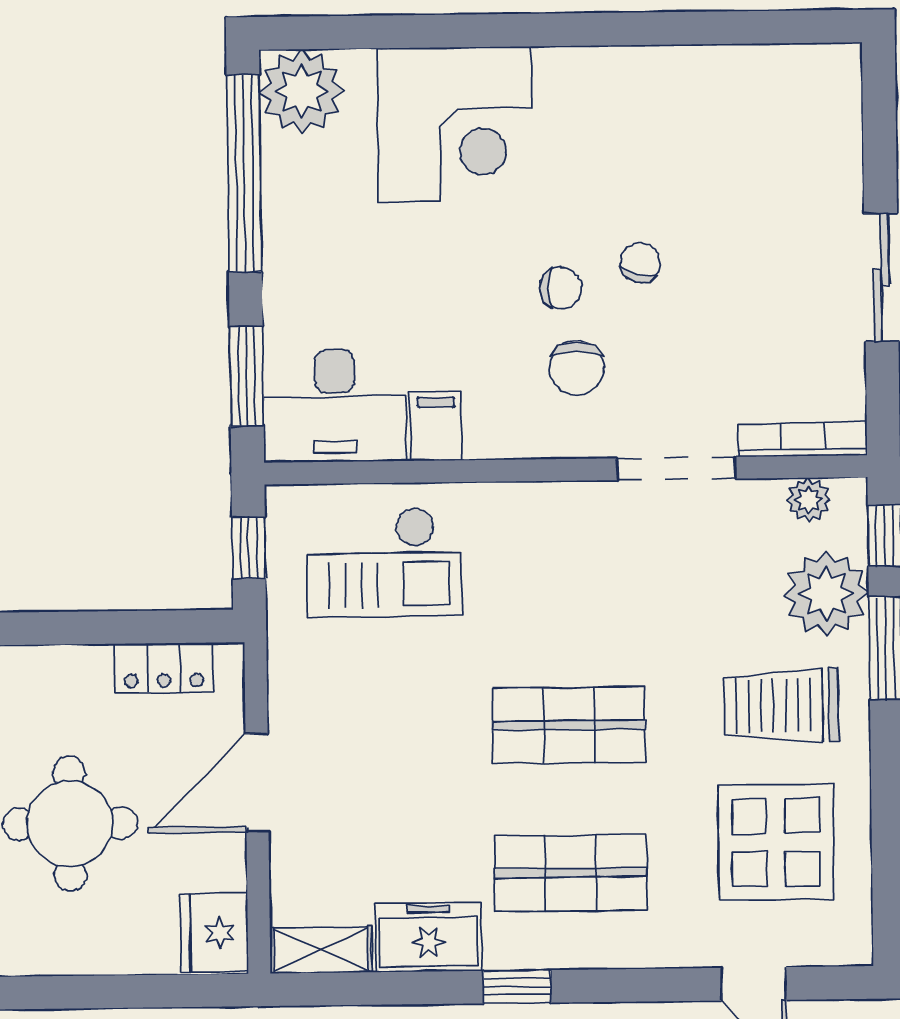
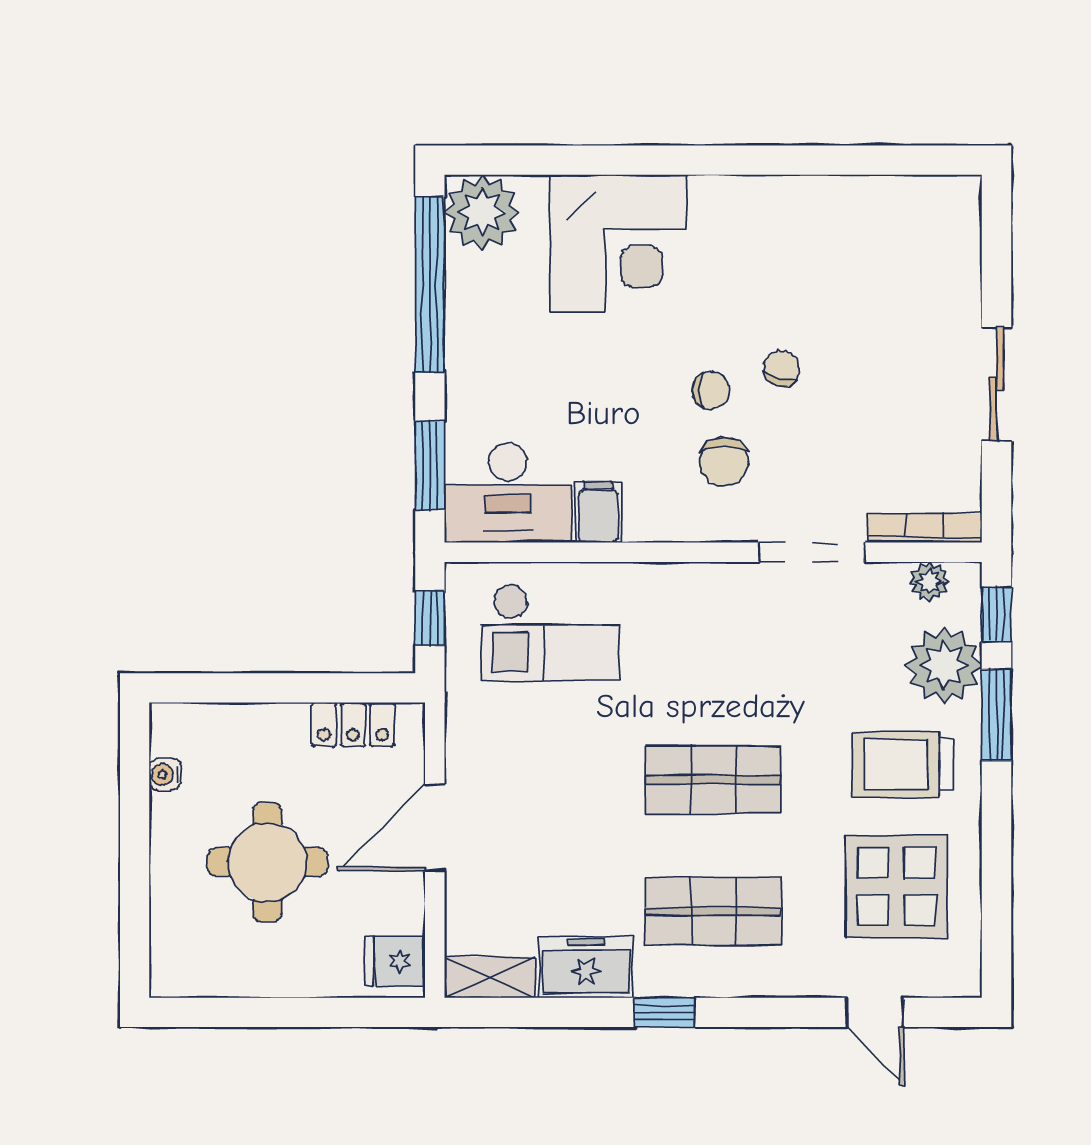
fridge: (214, 933) -> (395, 961), width x0.72

